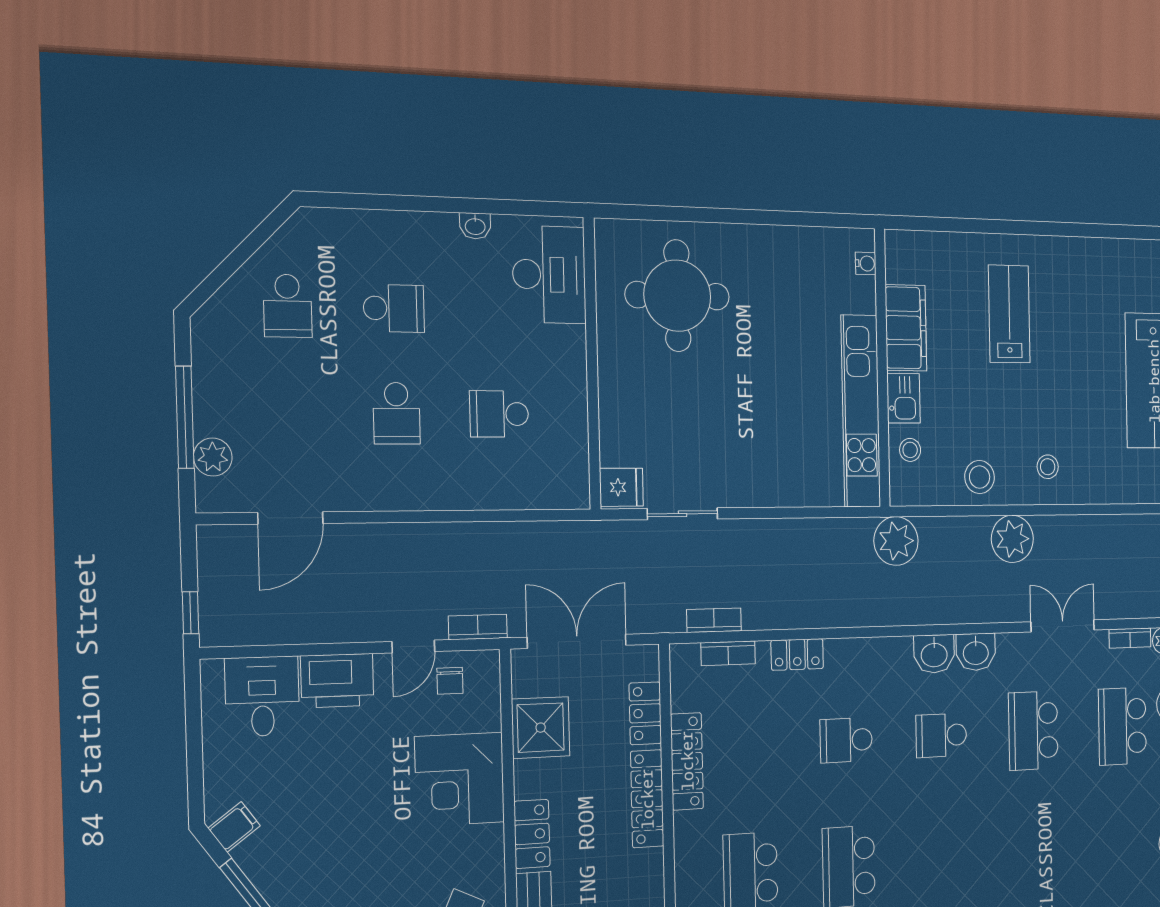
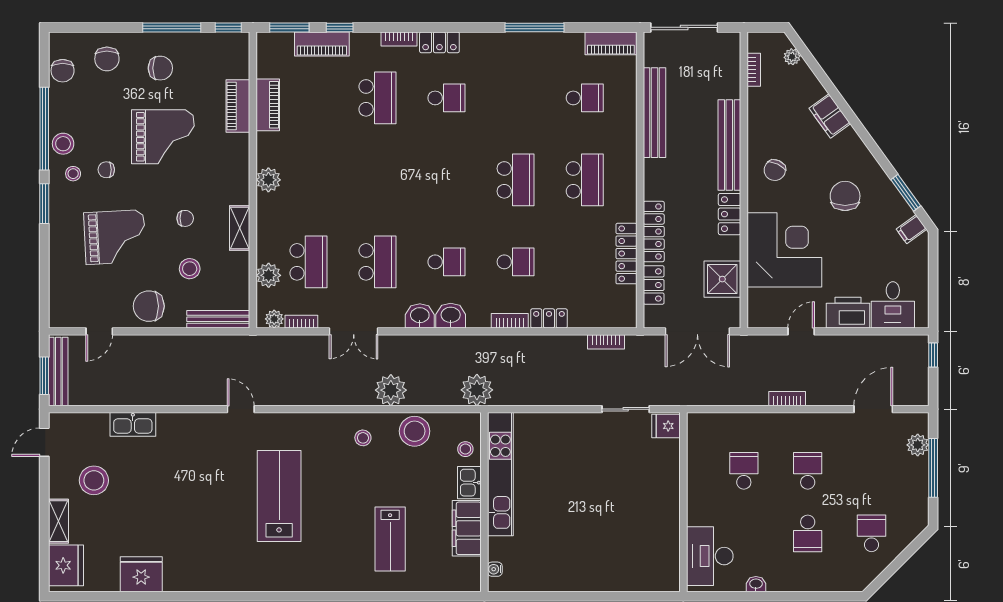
round table: (677, 296) -> (626, 545), removed
school desk: (394, 308) -> (808, 533), turned -90
school desk: (499, 414) -> (744, 471), turned -90
stool: (980, 477) -> (415, 431), width x1.38, depth x1.38
bookcase: (478, 627) -> (787, 399), moved, turned 180
bookcase: (728, 653) -> (510, 321), moved
chair: (450, 681) -> (845, 196), moved, width x1.87, depth x1.87
corner desk: (460, 779) -> (784, 250), width x1.36, depth x1.36

